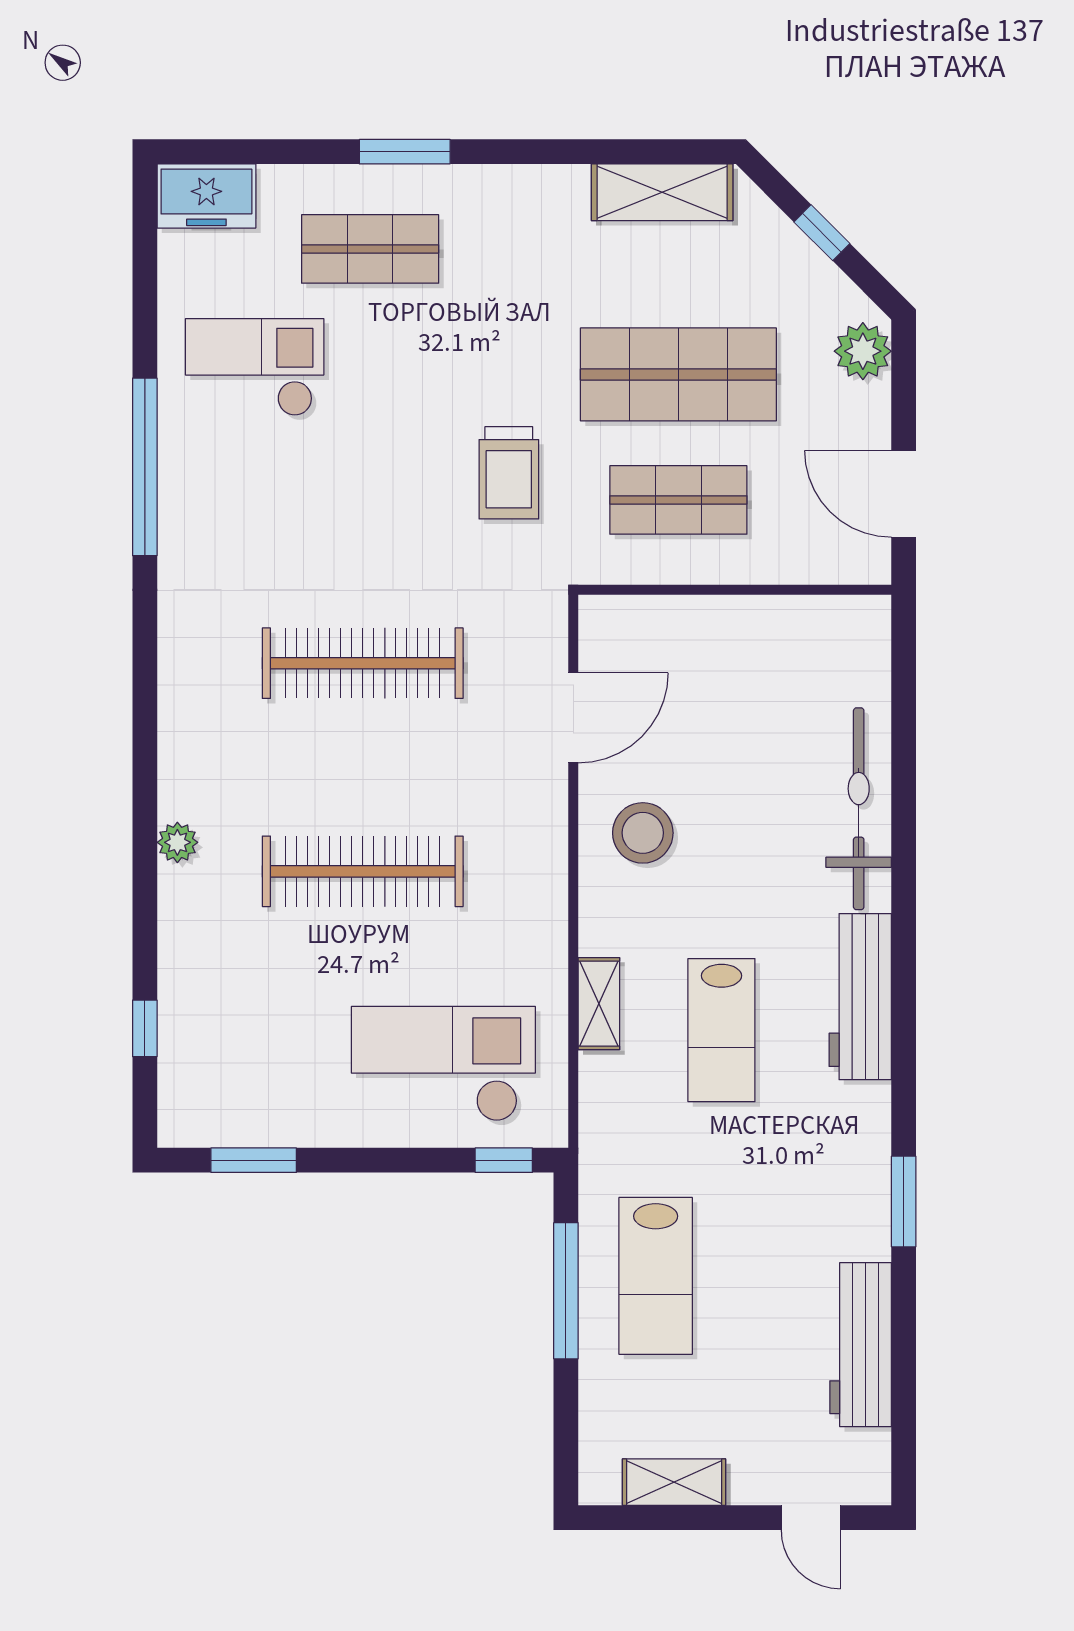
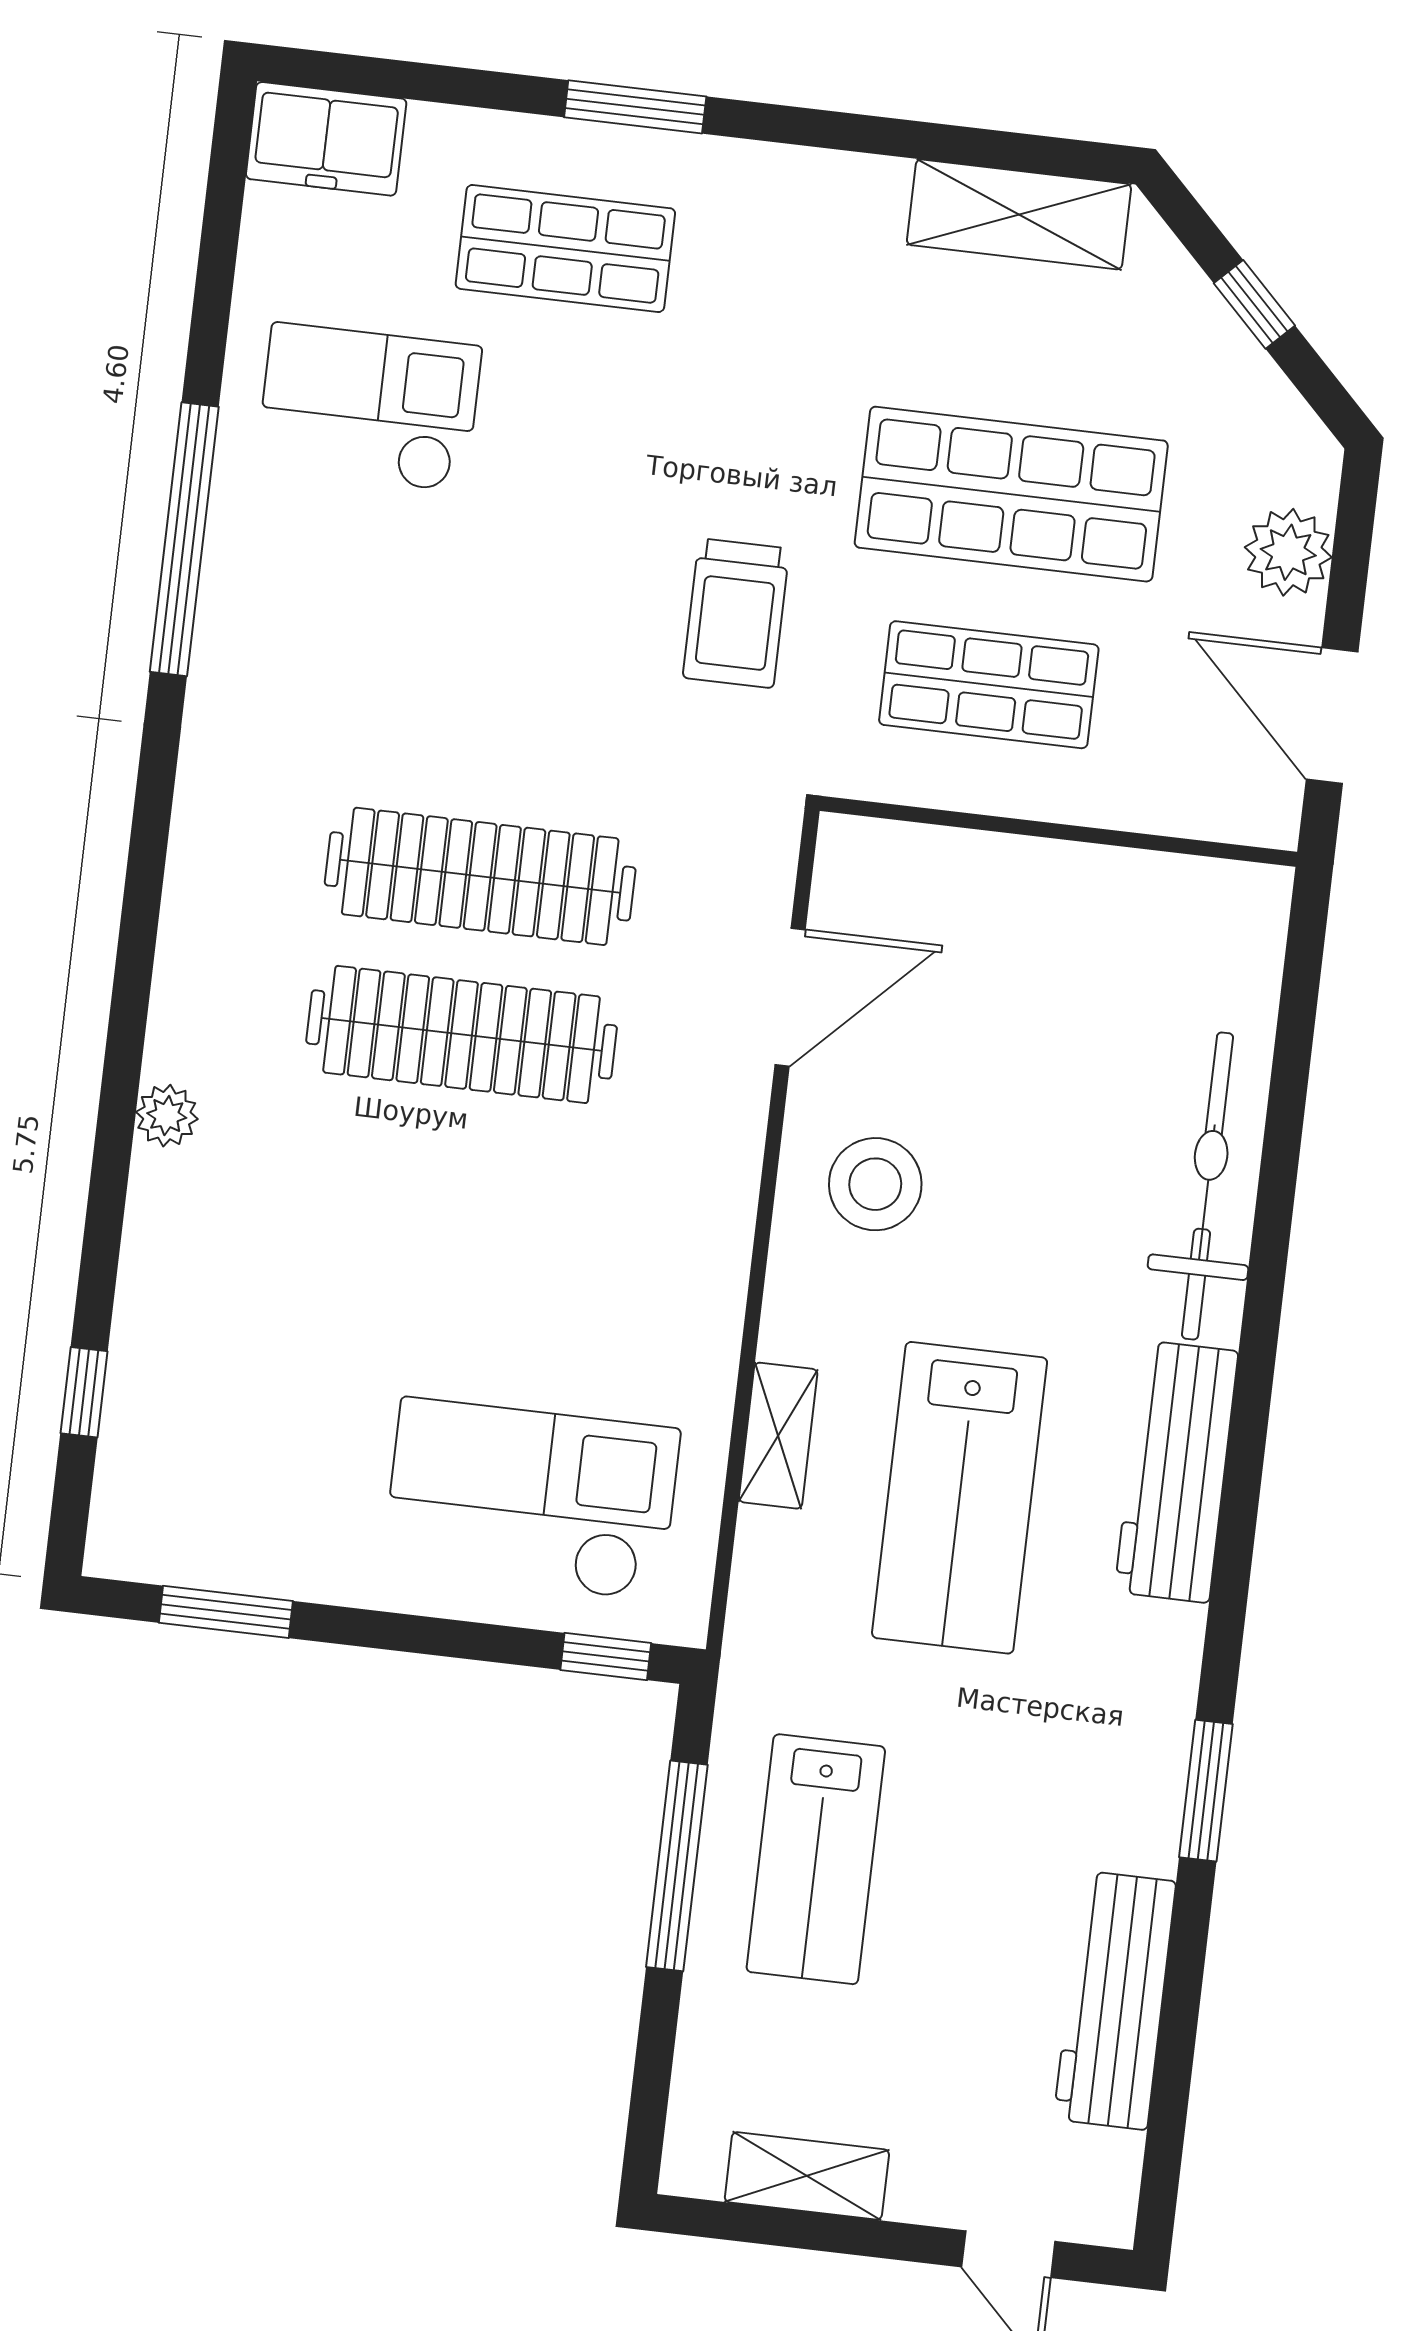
plant: (863, 351) -> (1288, 552), moved
clothes rail: (363, 871) -> (462, 1034), moved
lab bench: (721, 1030) -> (960, 1498), width x1.36, depth x1.39

